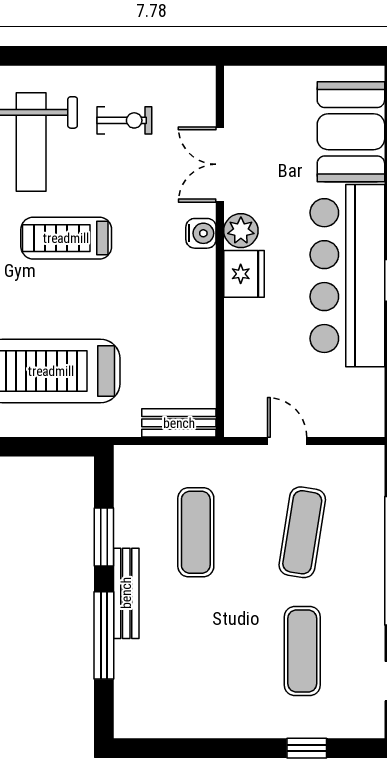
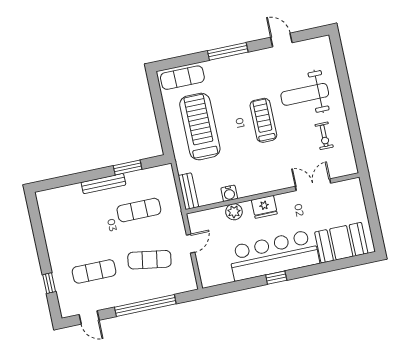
plant: (241, 231) -> (234, 212), moved
water cooler: (201, 233) -> (229, 193), moved
window: (104, 635) -> (82, 177), removed

